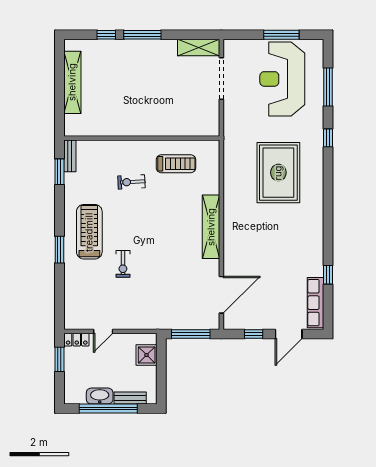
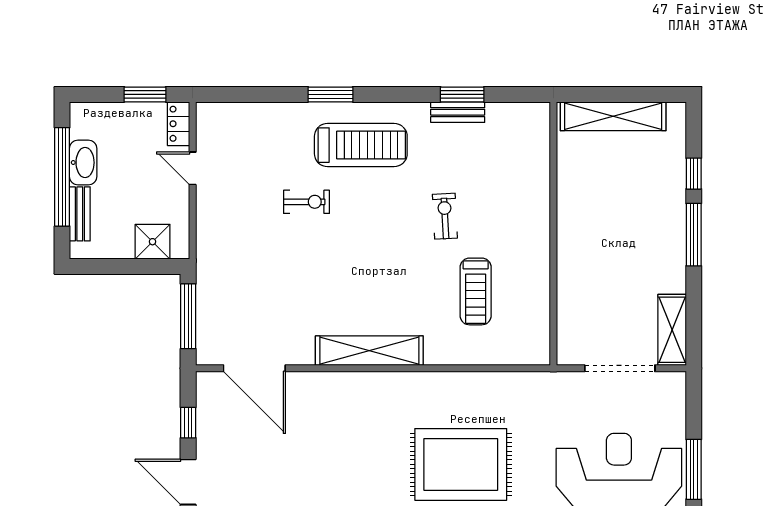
wall: (142, 138) -> (553, 234), moved
bench: (70, 156) -> (458, 112), moved
exercise bike: (123, 264) -> (306, 202), turned 180

